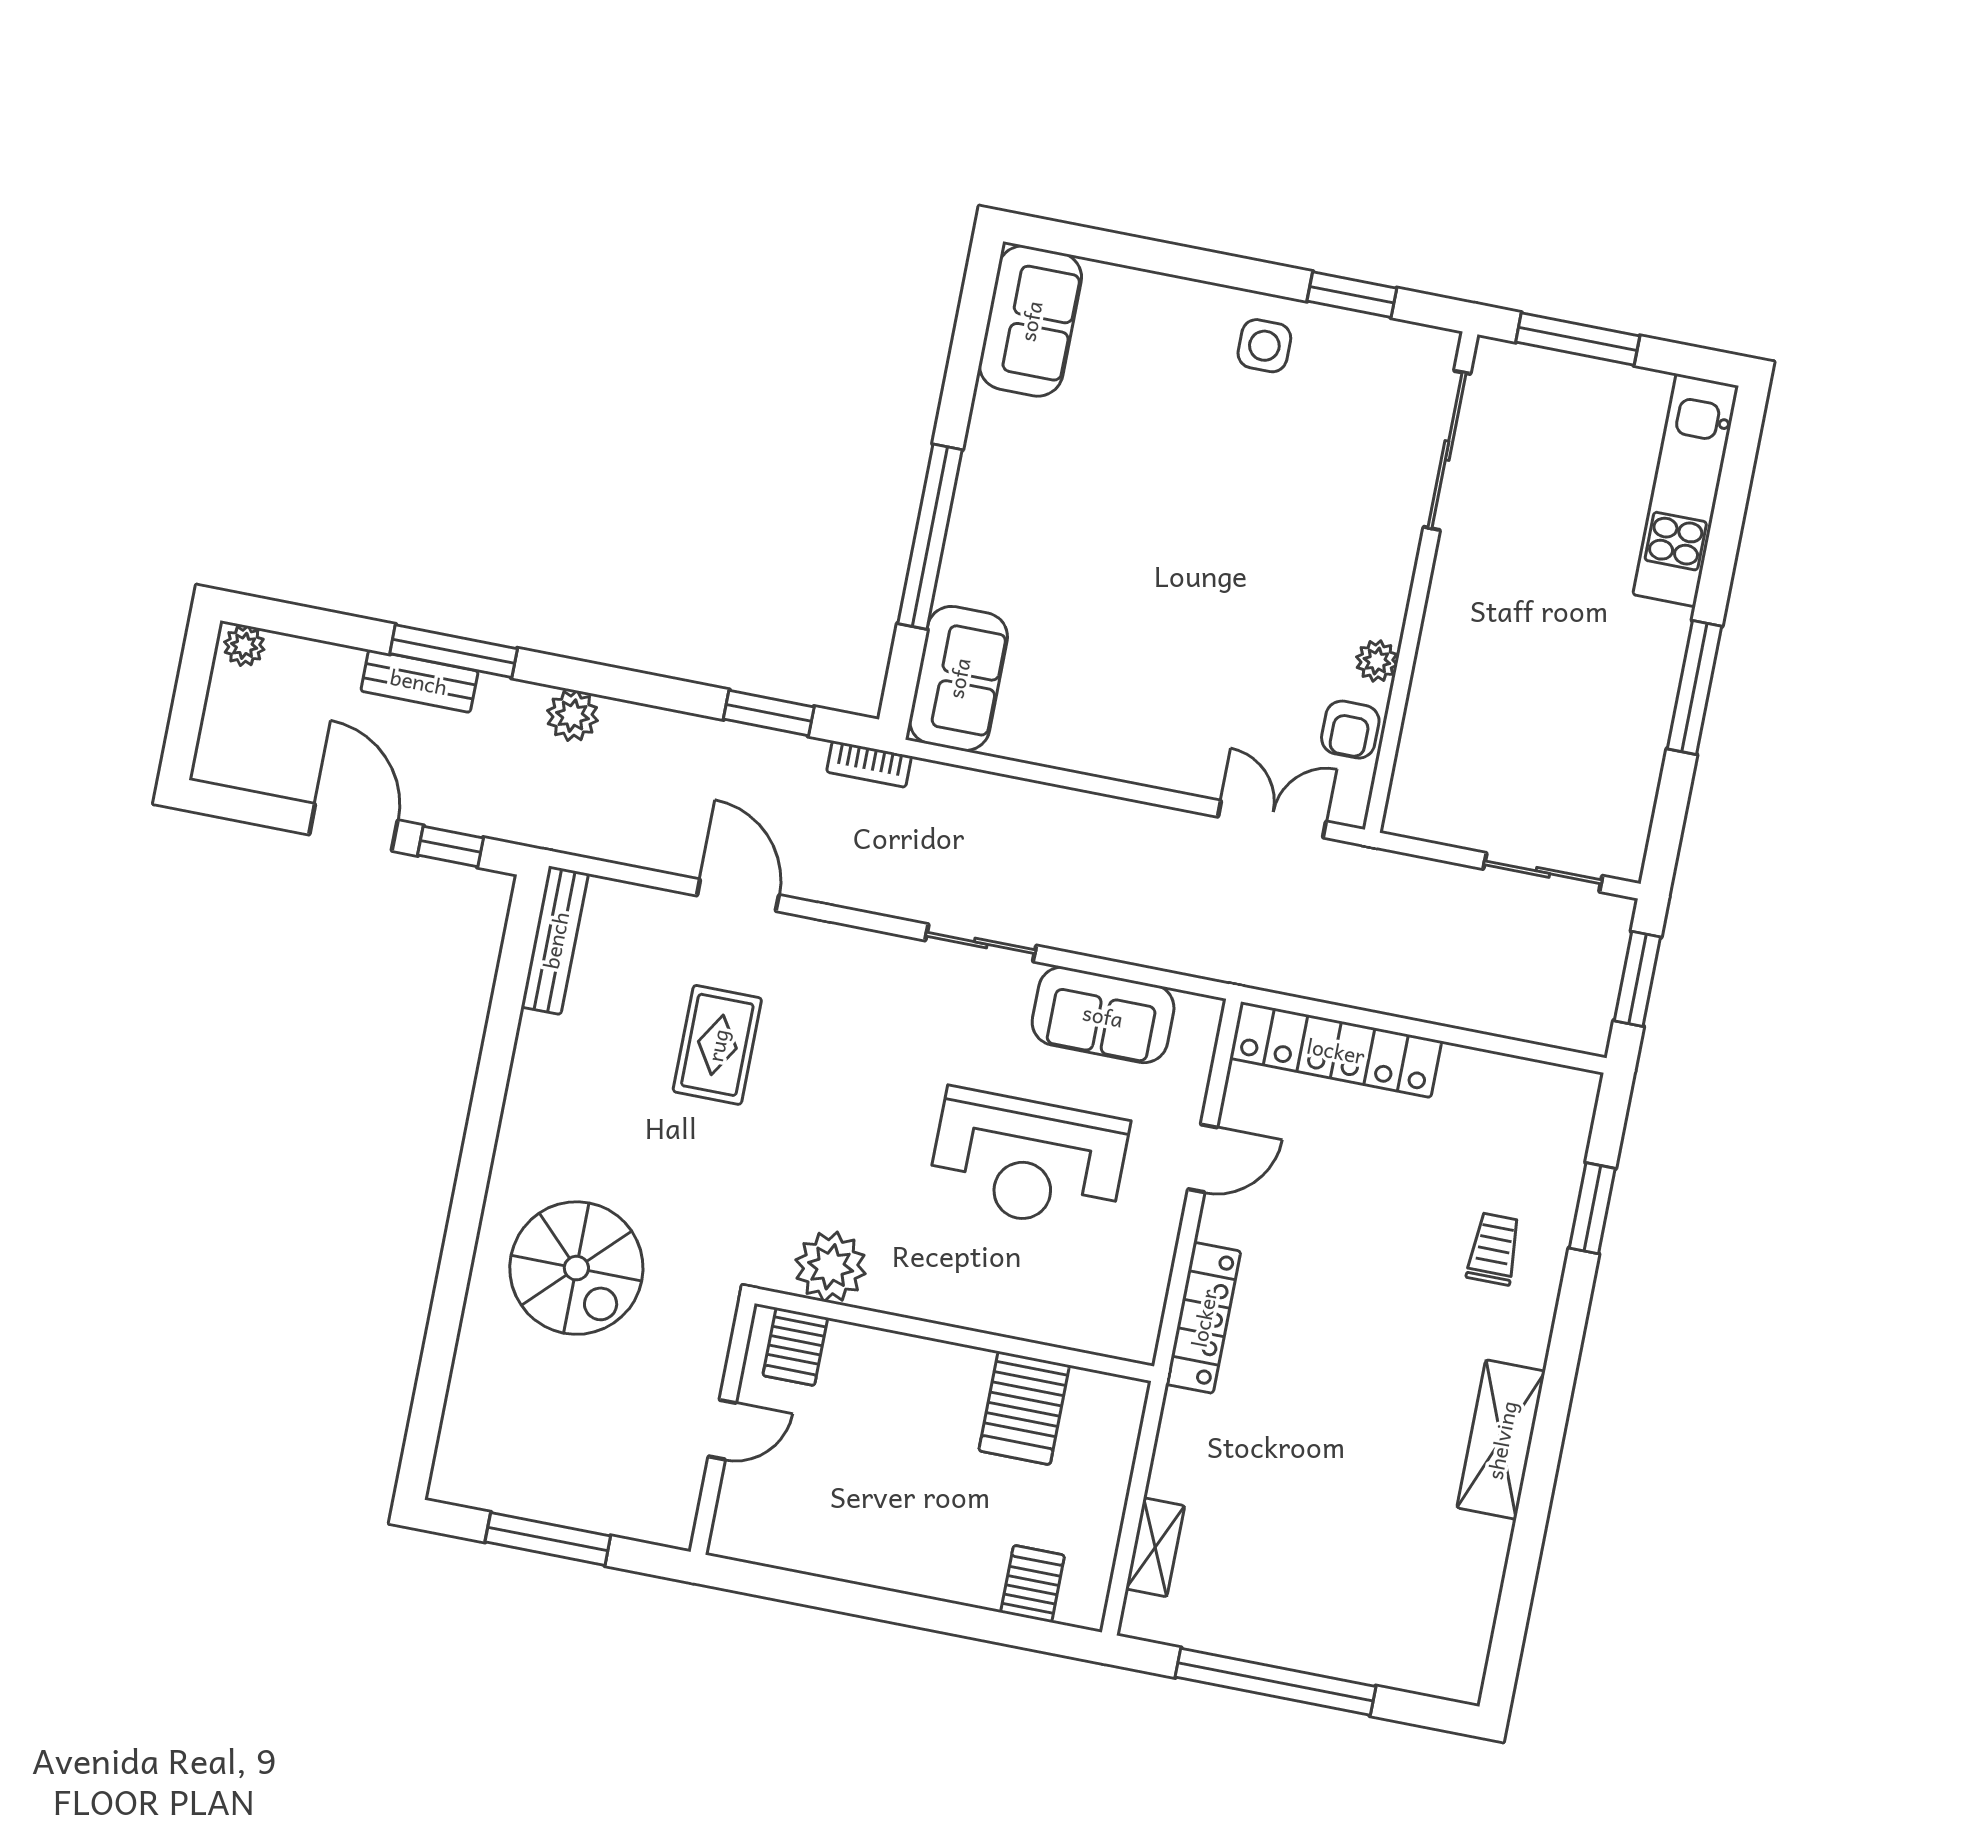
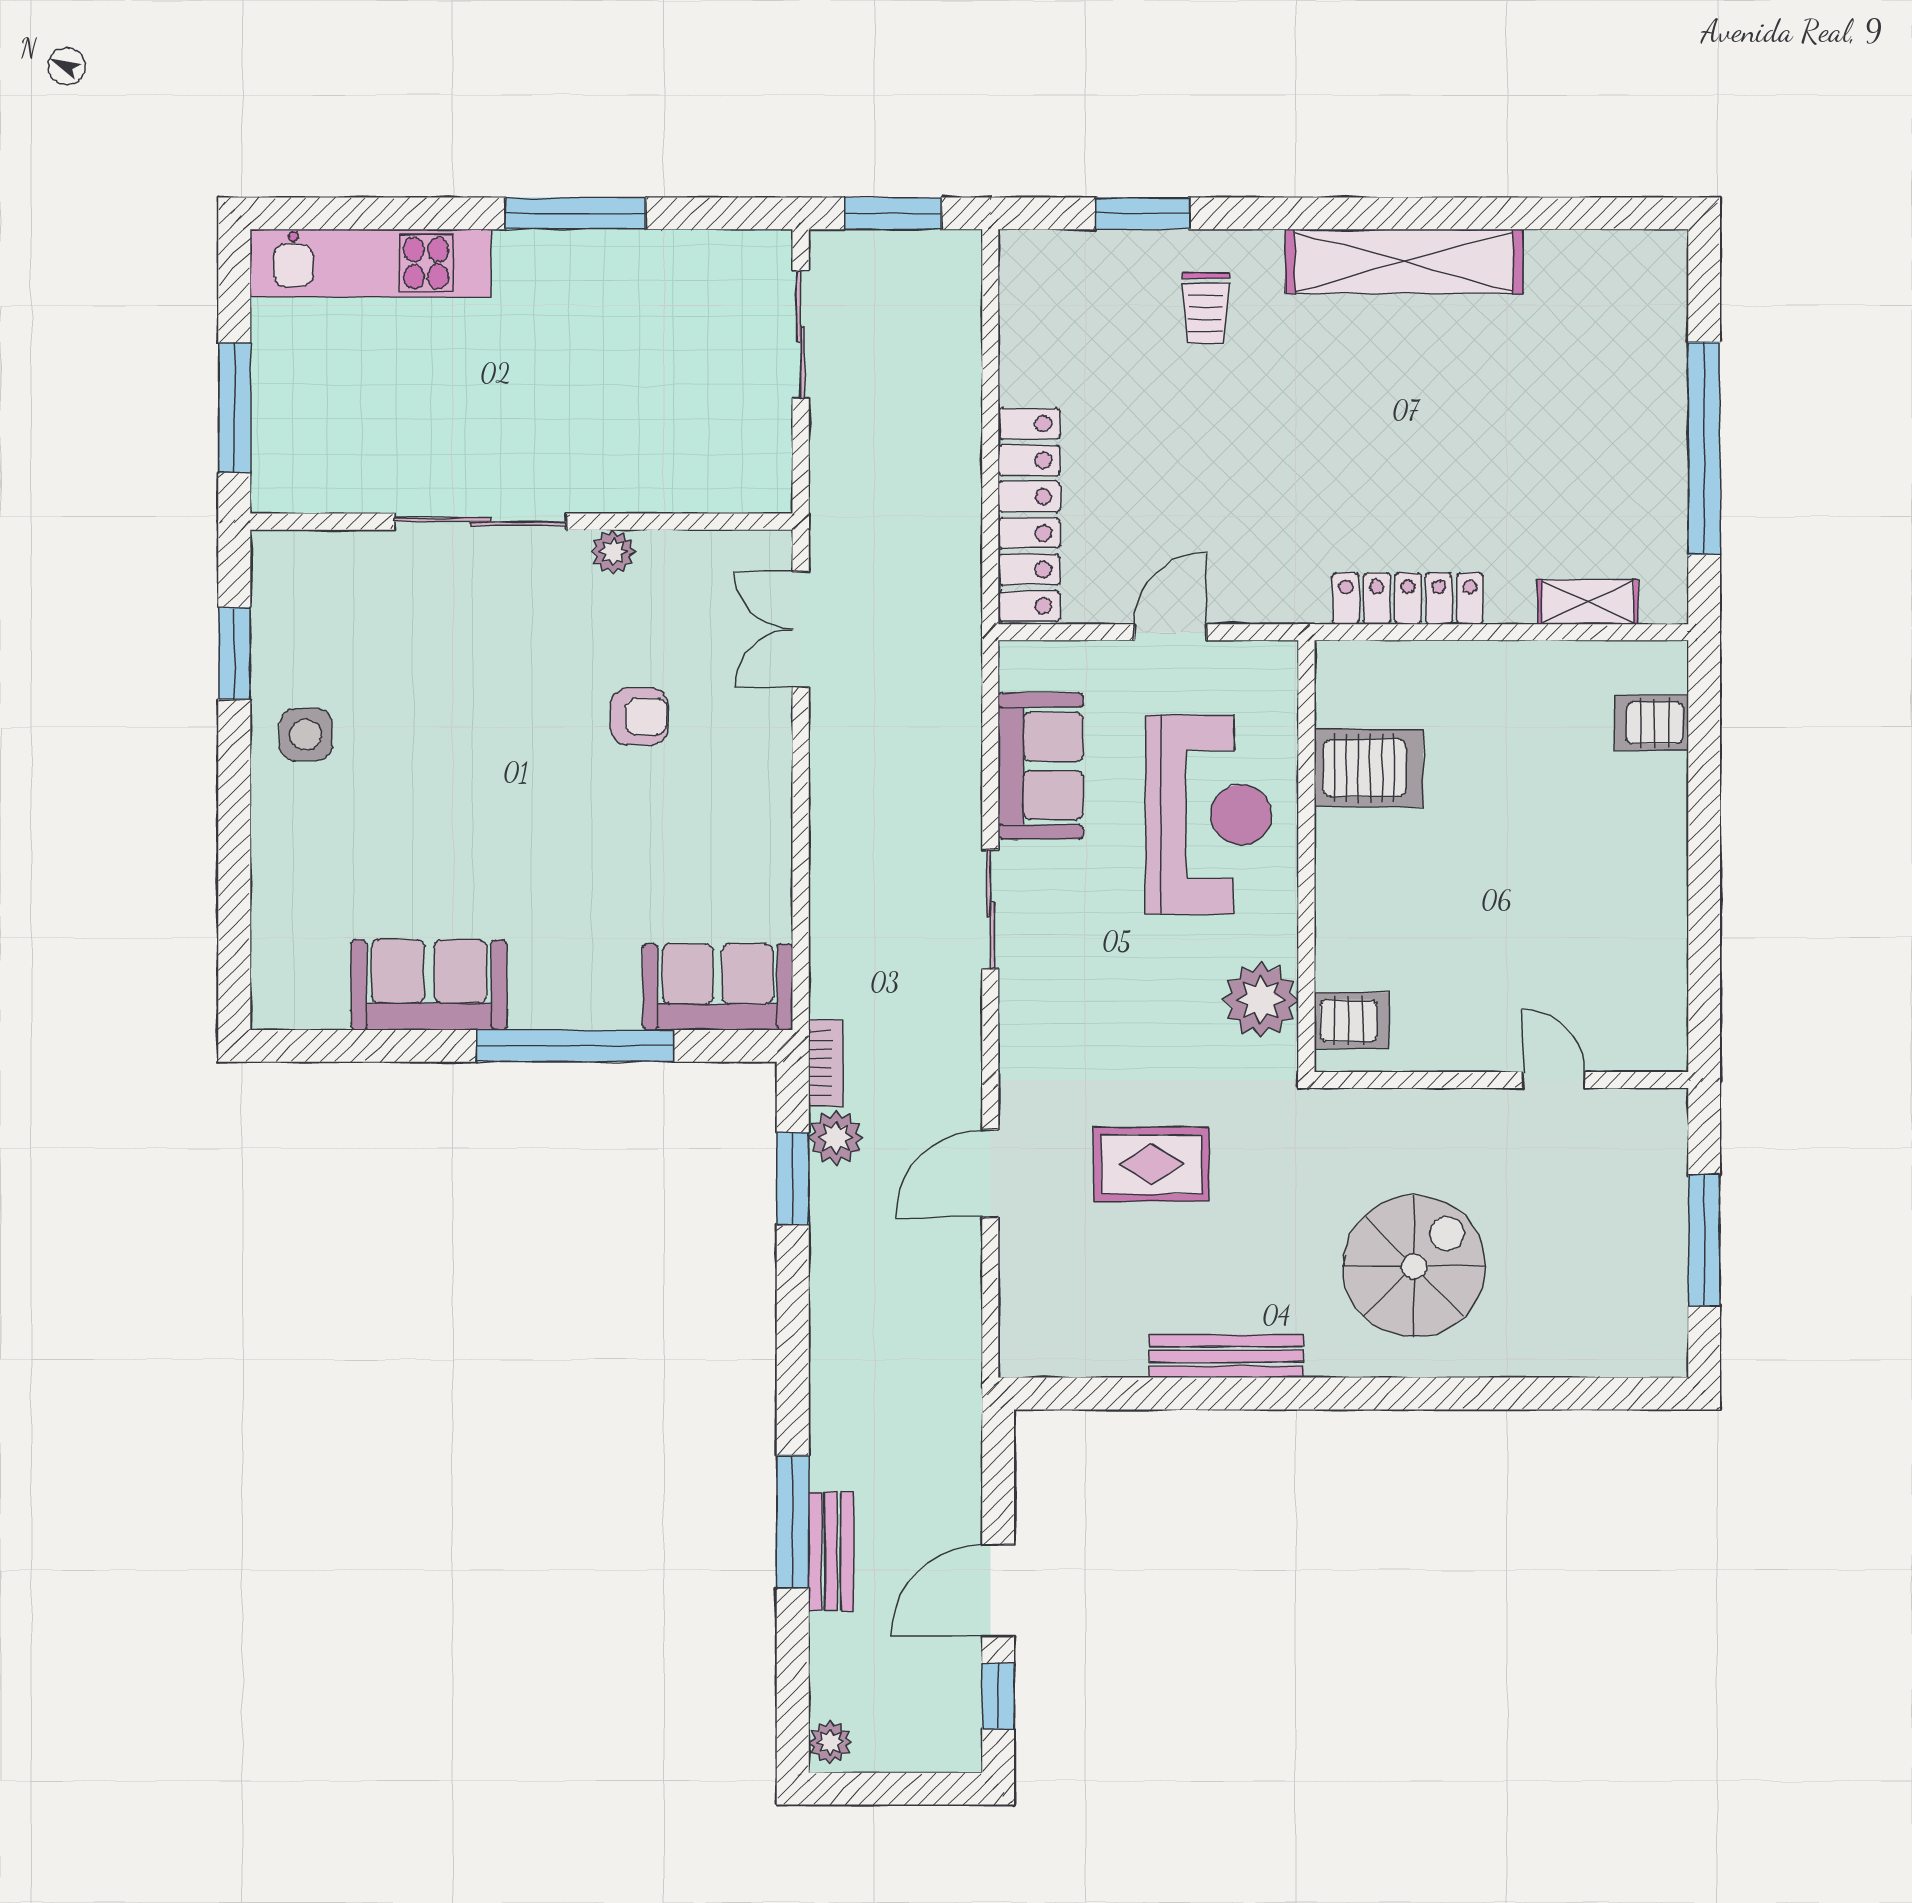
sofa: (1030, 321) -> (429, 985), moved
sliding door: (1447, 450) -> (480, 522), moved
plant: (572, 716) -> (836, 1138), moved
armchair: (1350, 730) -> (639, 716), moved
window: (450, 846) -> (998, 1696), moved
bench: (555, 940) -> (1226, 1356), moved
door: (1203, 1158) -> (1170, 632), hinge flipped
trolley: (1494, 1249) -> (1206, 308), turned -90
plant: (831, 1267) -> (1261, 1000), moved
locker: (1203, 1318) -> (1408, 599), moved
wall: (954, 1335) -> (1306, 856), moved
server rack: (795, 1347) -> (1352, 1021), moved
server rack: (1024, 1408) -> (1369, 768), moved
shelving: (1501, 1440) -> (1404, 262), width x1.47

